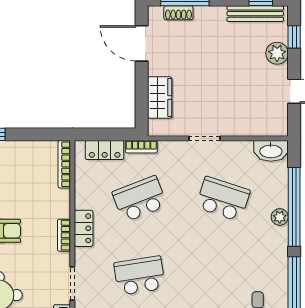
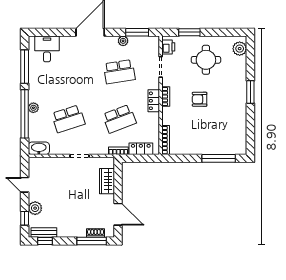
bench: (255, 14) -> (44, 232), width x0.73
school desk: (223, 199) -> (68, 119), turned -36

